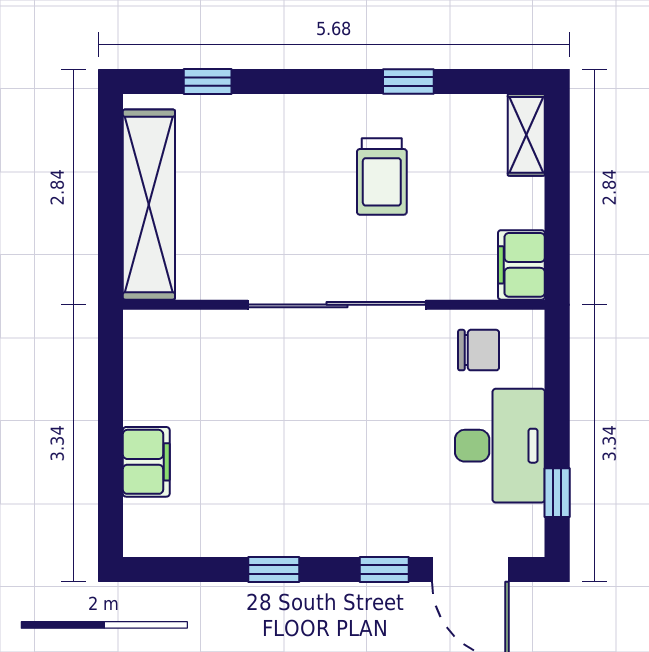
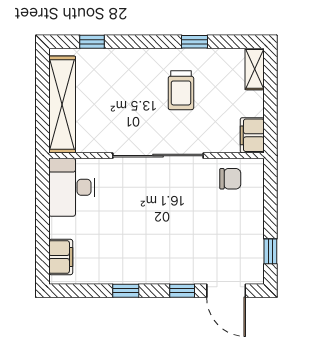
desk: (500, 446) -> (72, 187), moved, turned 180
filing cabinet: (146, 462) -> (61, 257), moved

